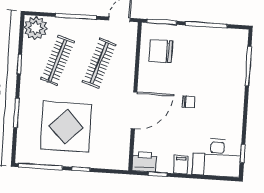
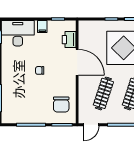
chair: (161, 51) -> (61, 104), turned 90
door: (134, 110) -> (77, 62), swing flipped
printer: (144, 162) -> (69, 40), moved, turned 90

